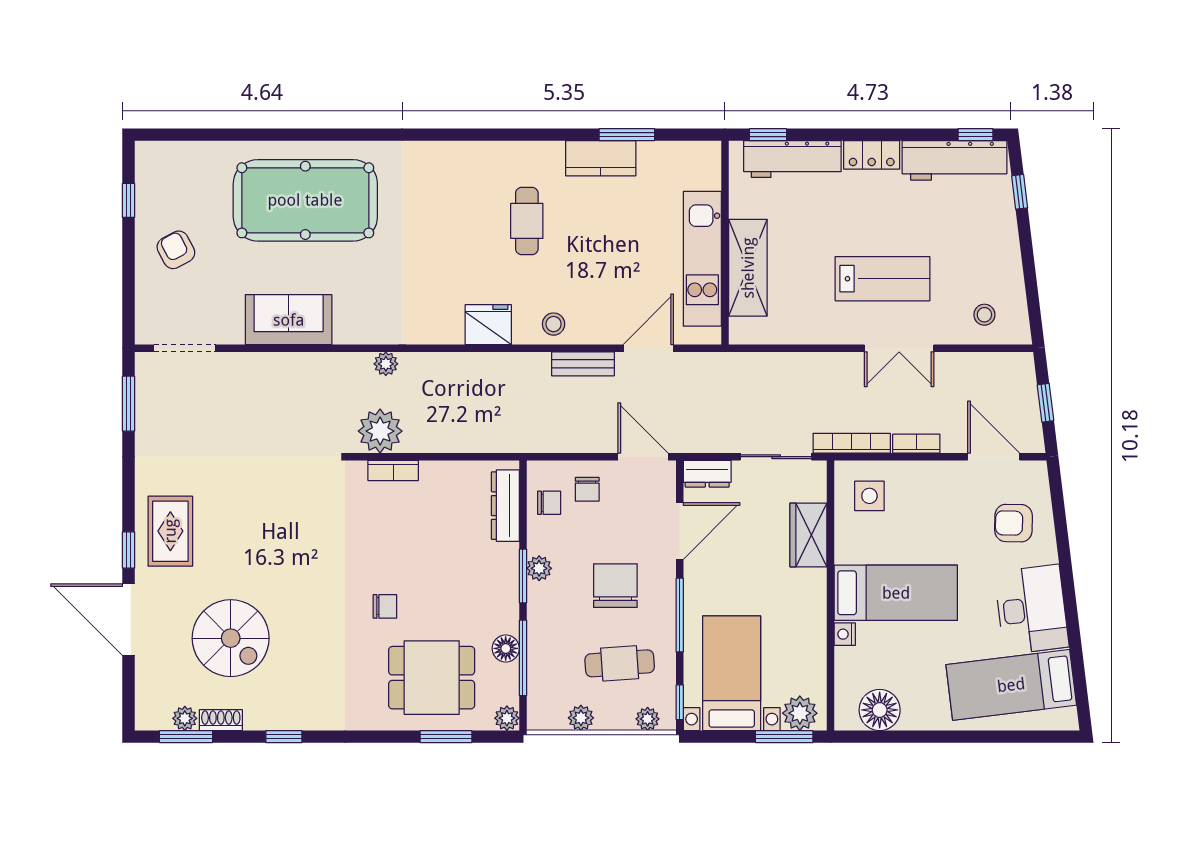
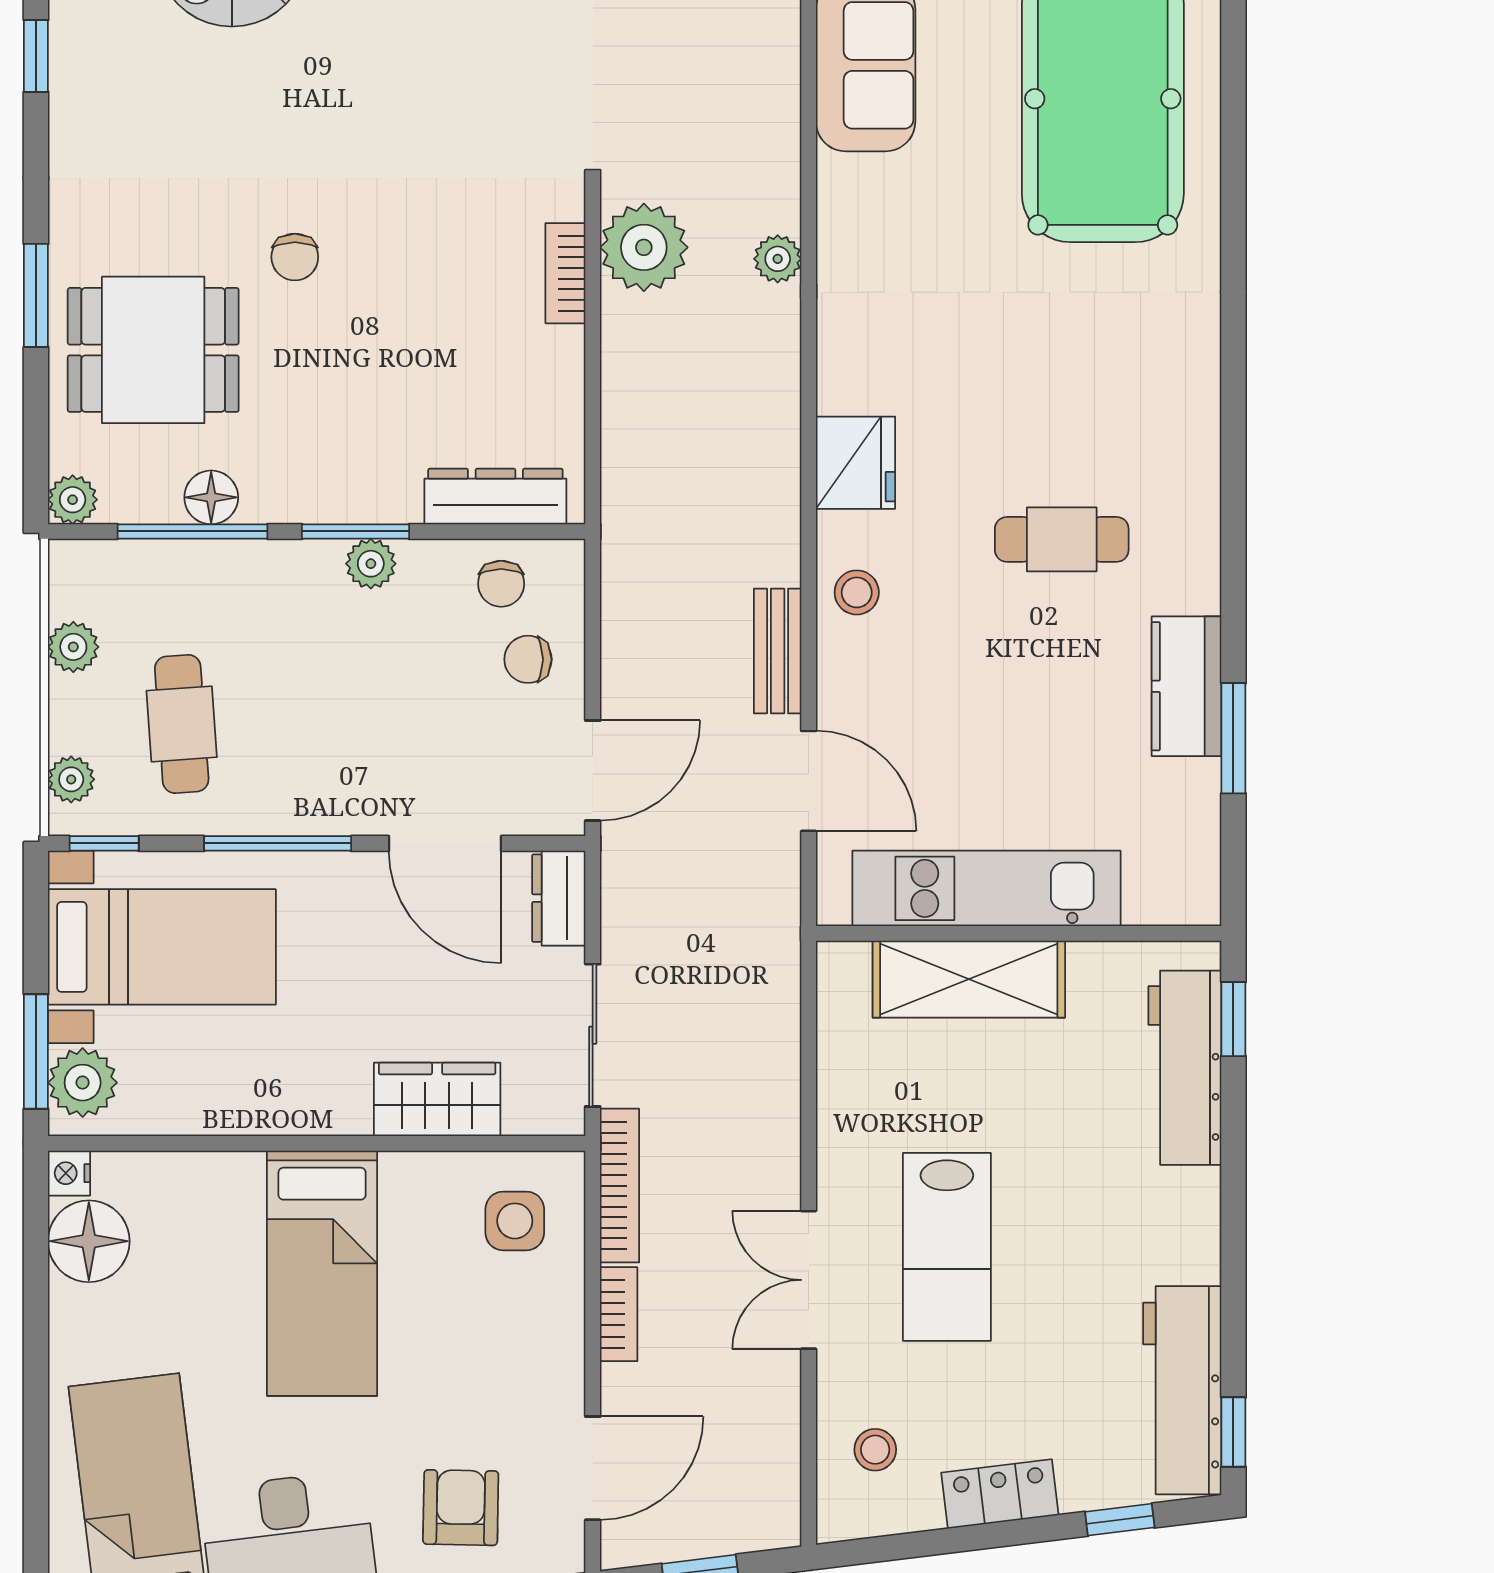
locker: (872, 155) -> (1000, 1494), moved, turned 83
chair: (615, 586) -> (336, 716), removed
nightstand: (845, 634) -> (69, 1173), moved, turned -90
dining table: (432, 678) -> (153, 350), turned 90
window: (446, 737) -> (36, 295), moved

